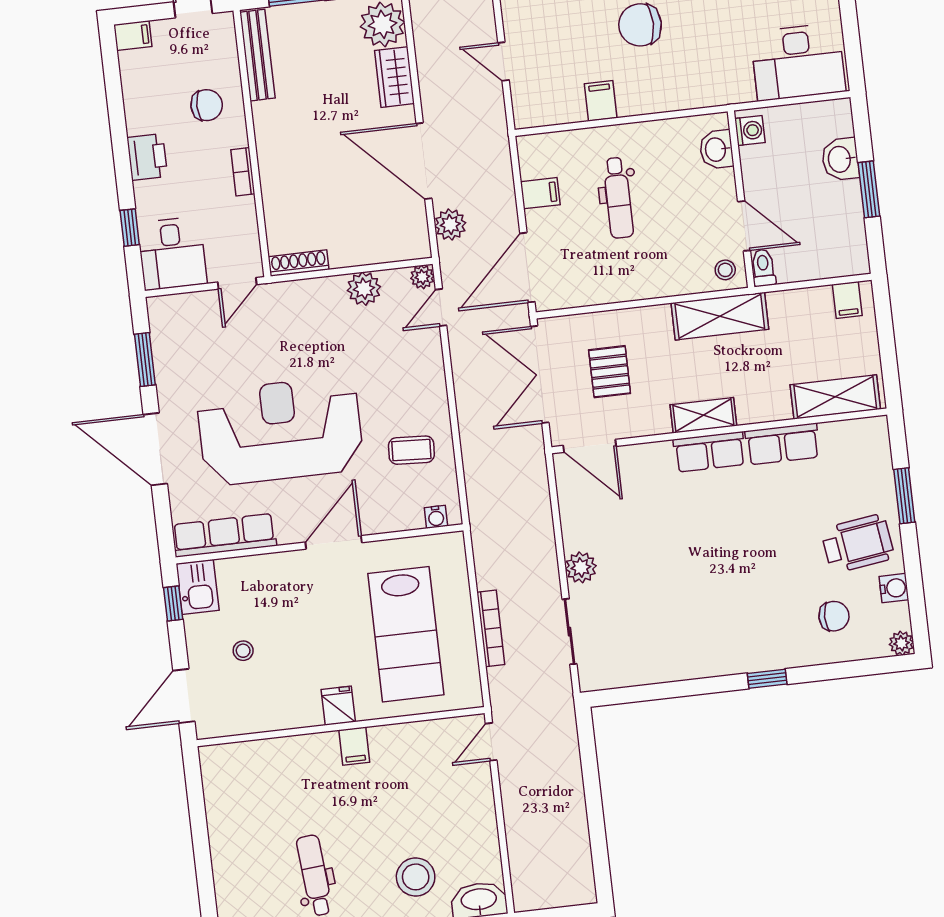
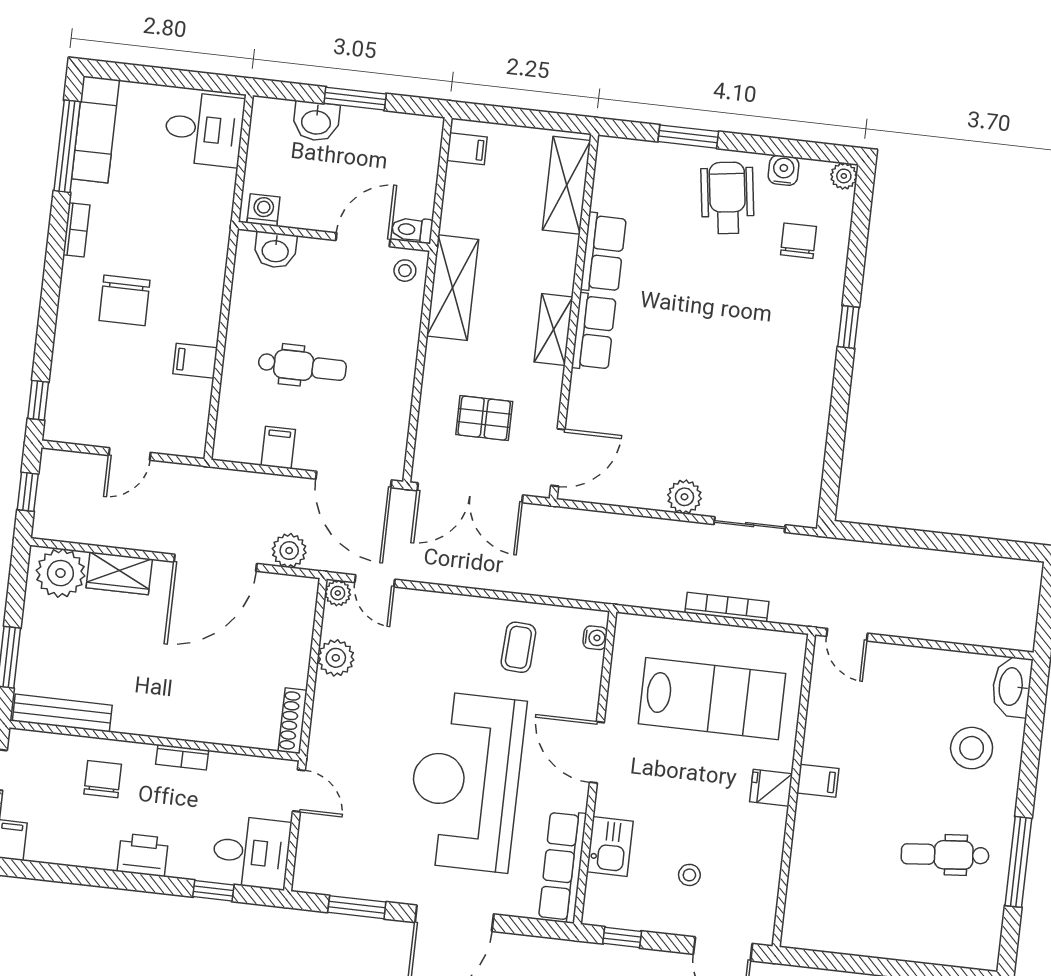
desk: (798, 62) -> (204, 129), width x0.73
kitchen sink: (198, 587) -> (610, 846), moved, turned 90

